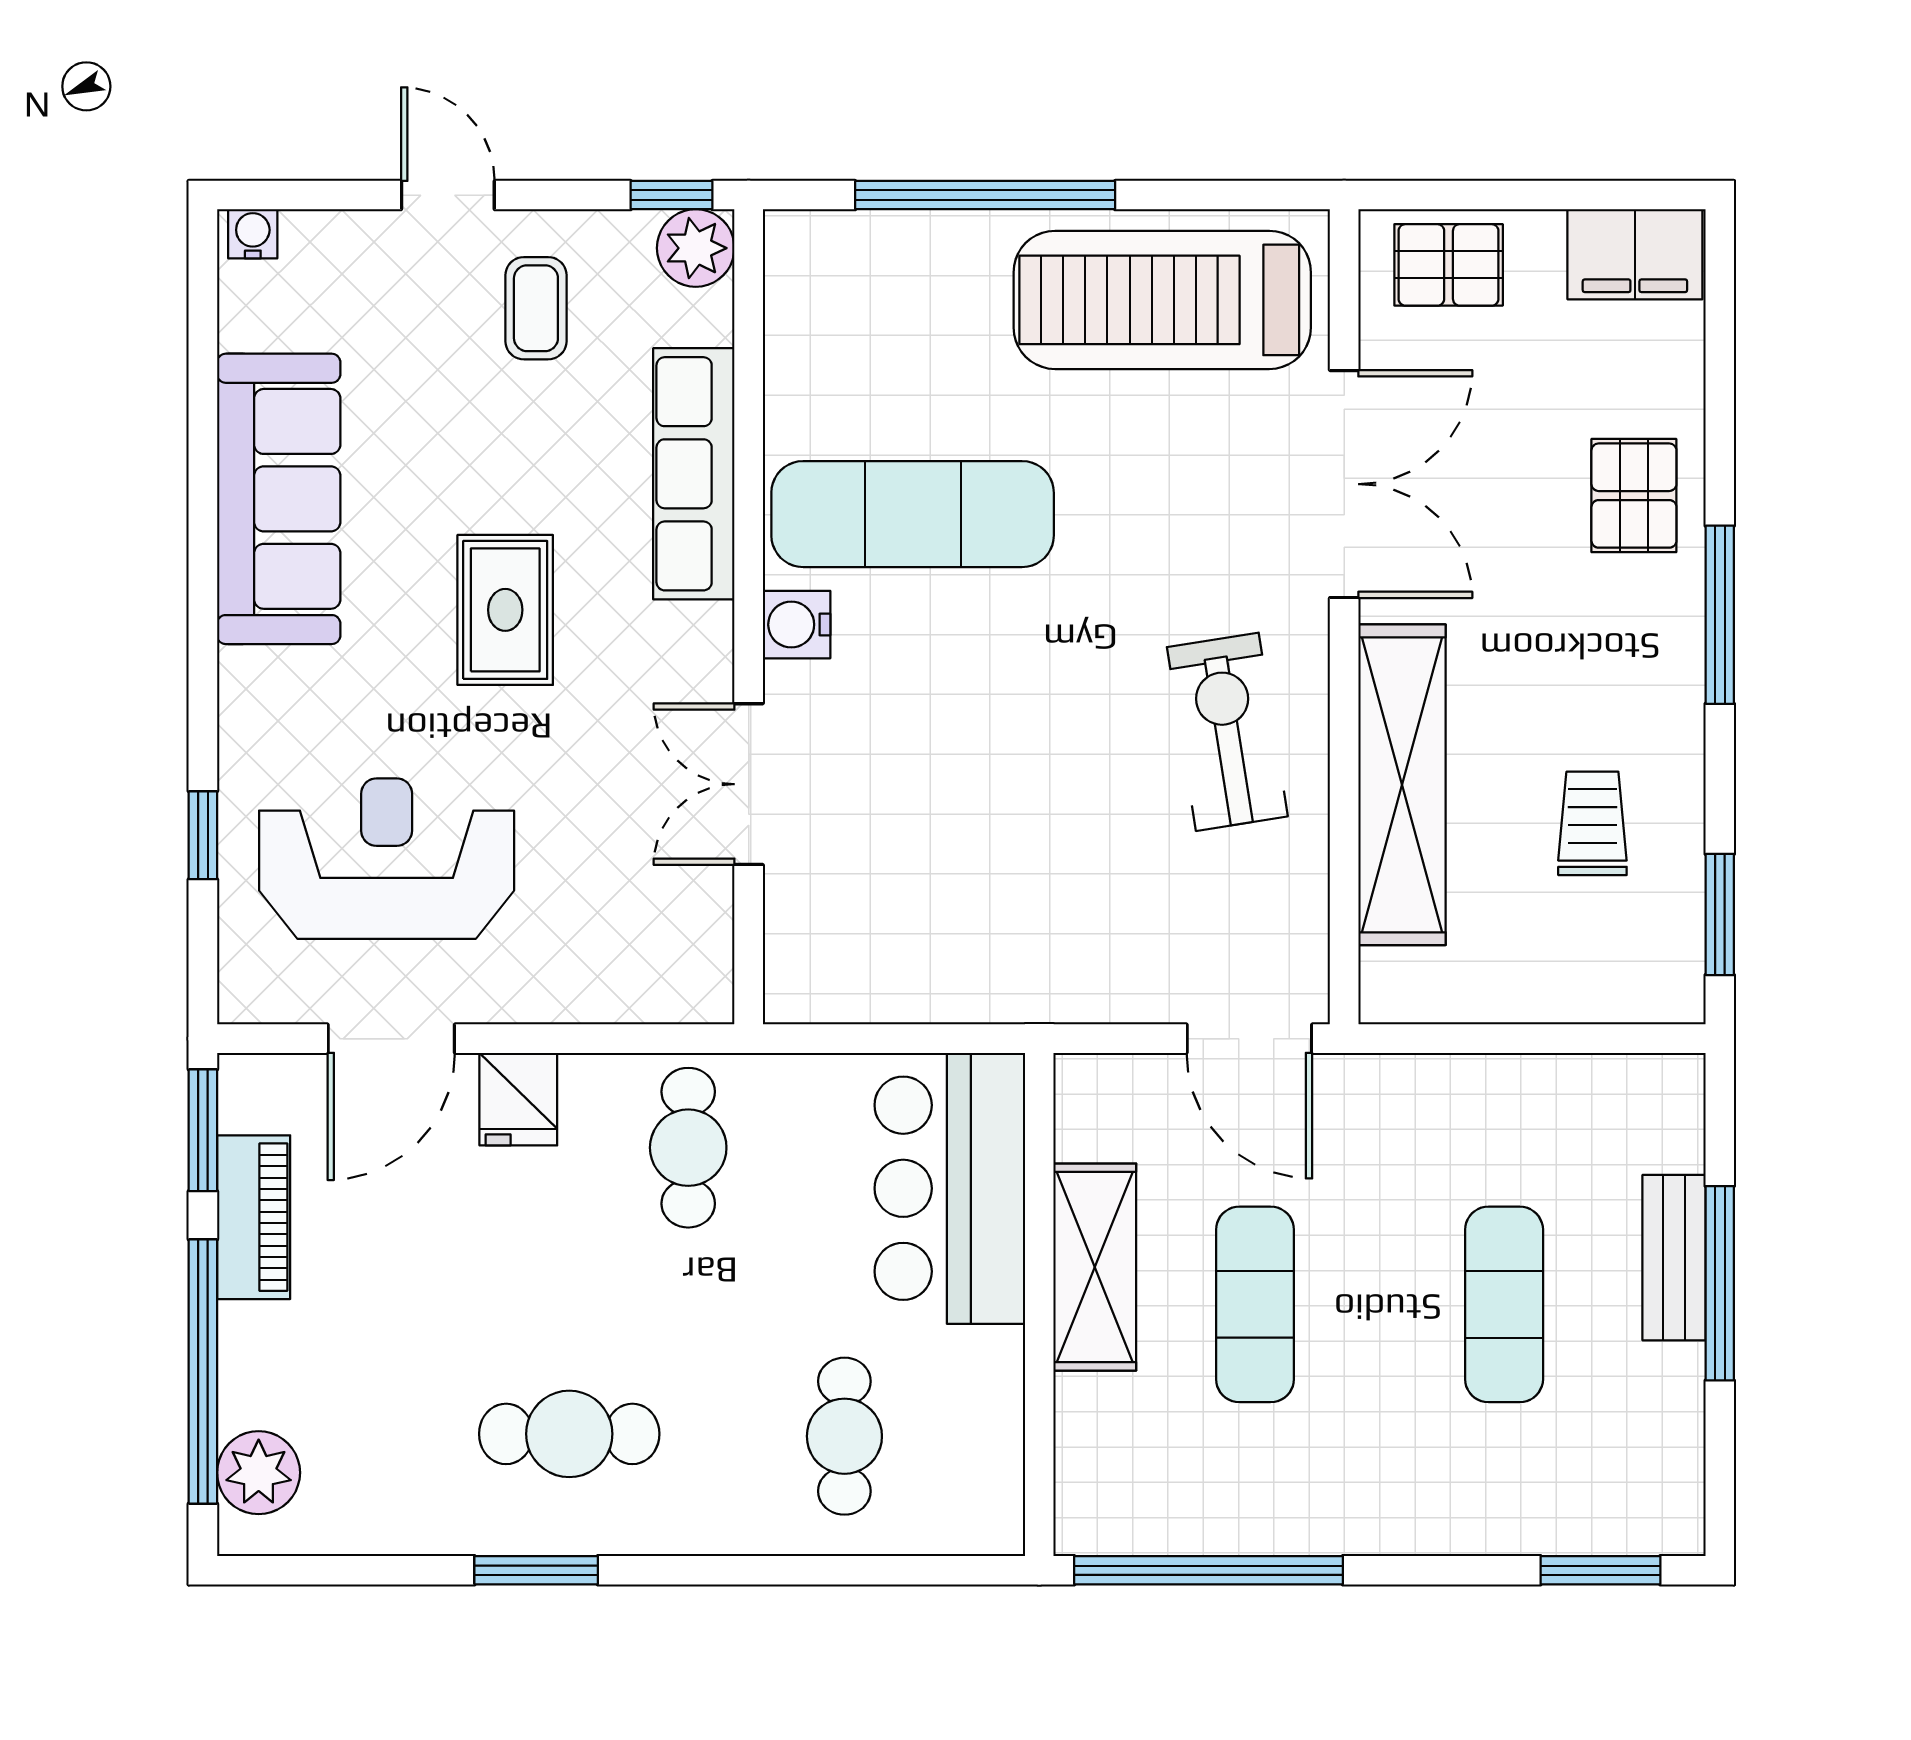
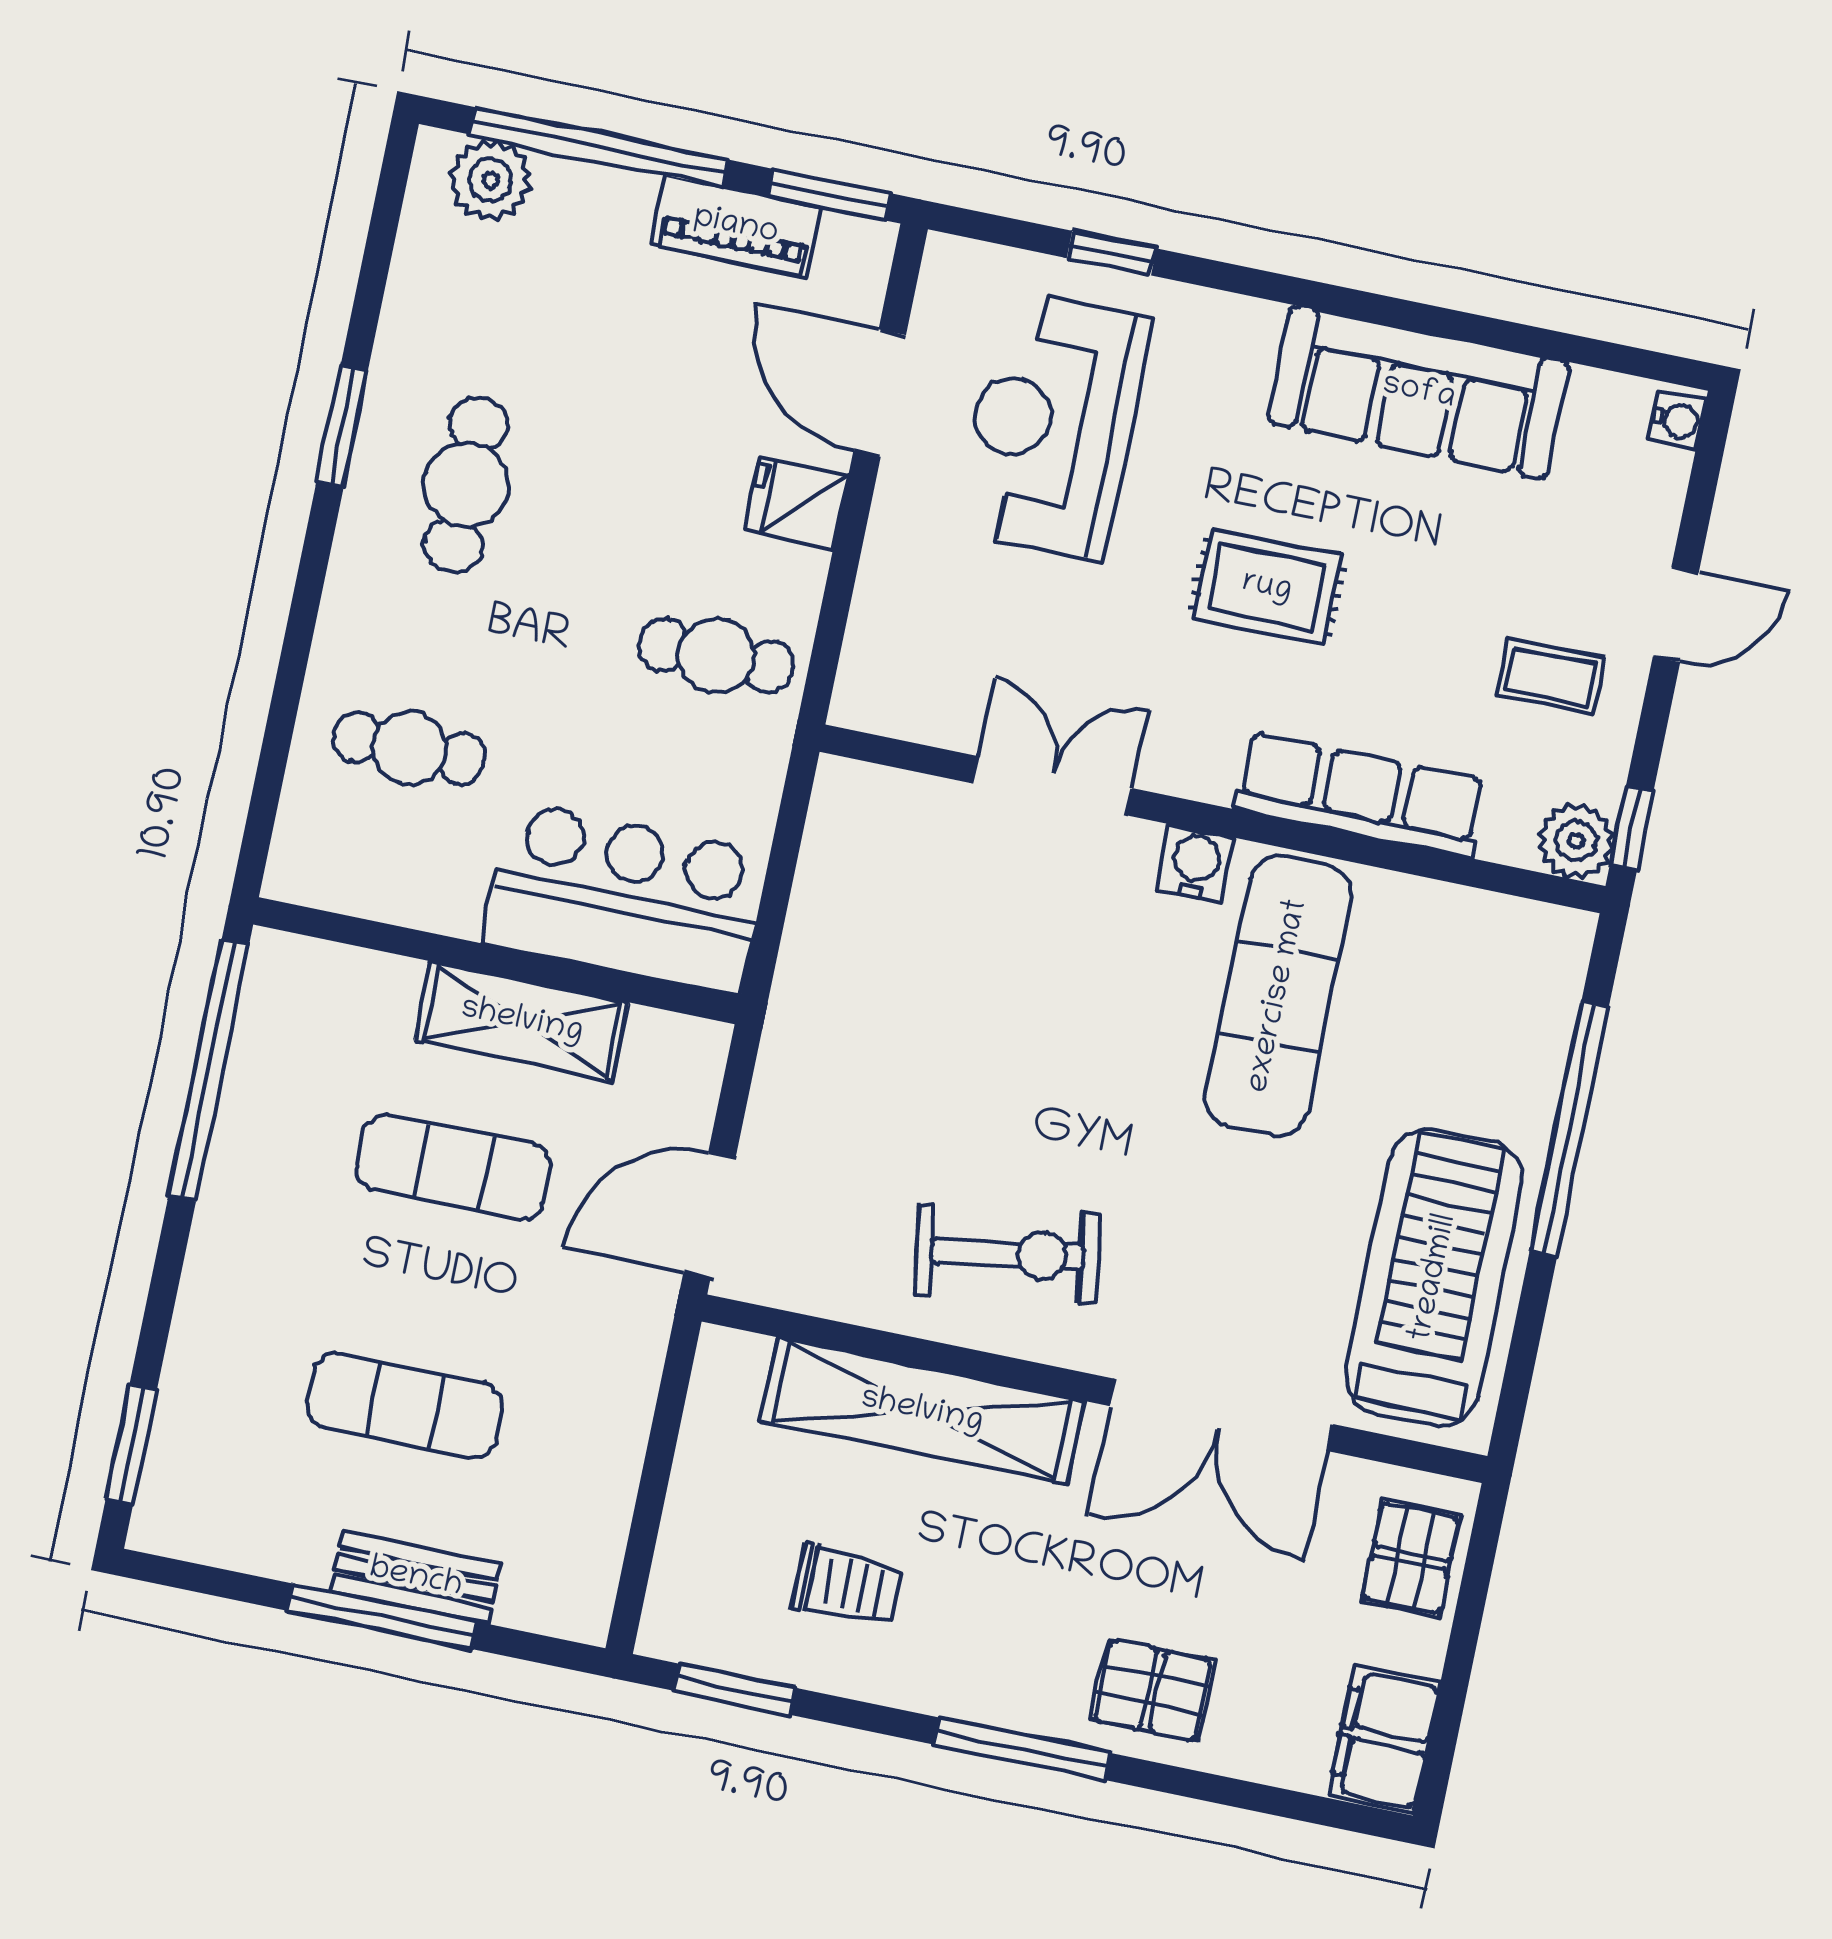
reception desk: (387, 859) -> (1053, 424), turned 180

